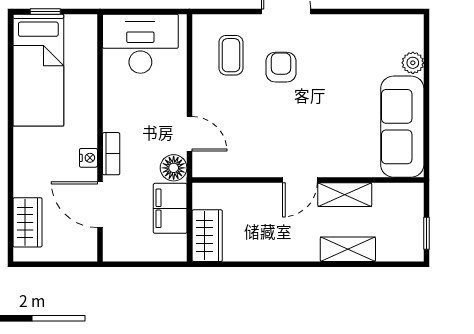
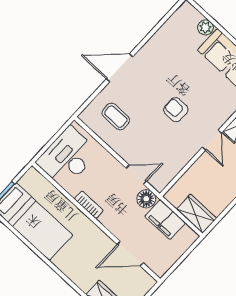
armchair: (281, 67) -> (176, 110), moved
bookcase: (111, 154) -> (89, 205), moved
nightstand: (88, 158) -> (101, 237), removed

